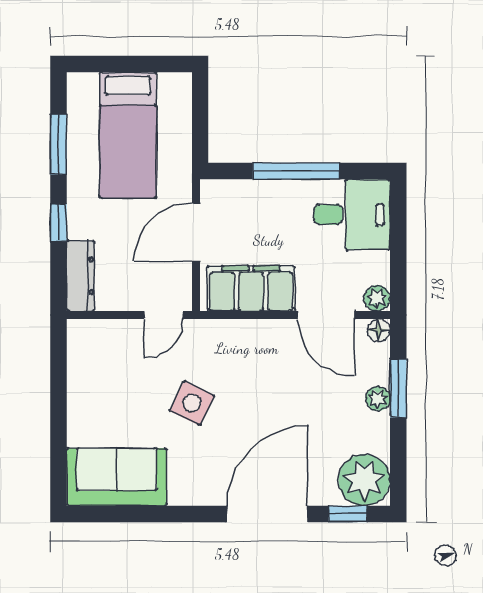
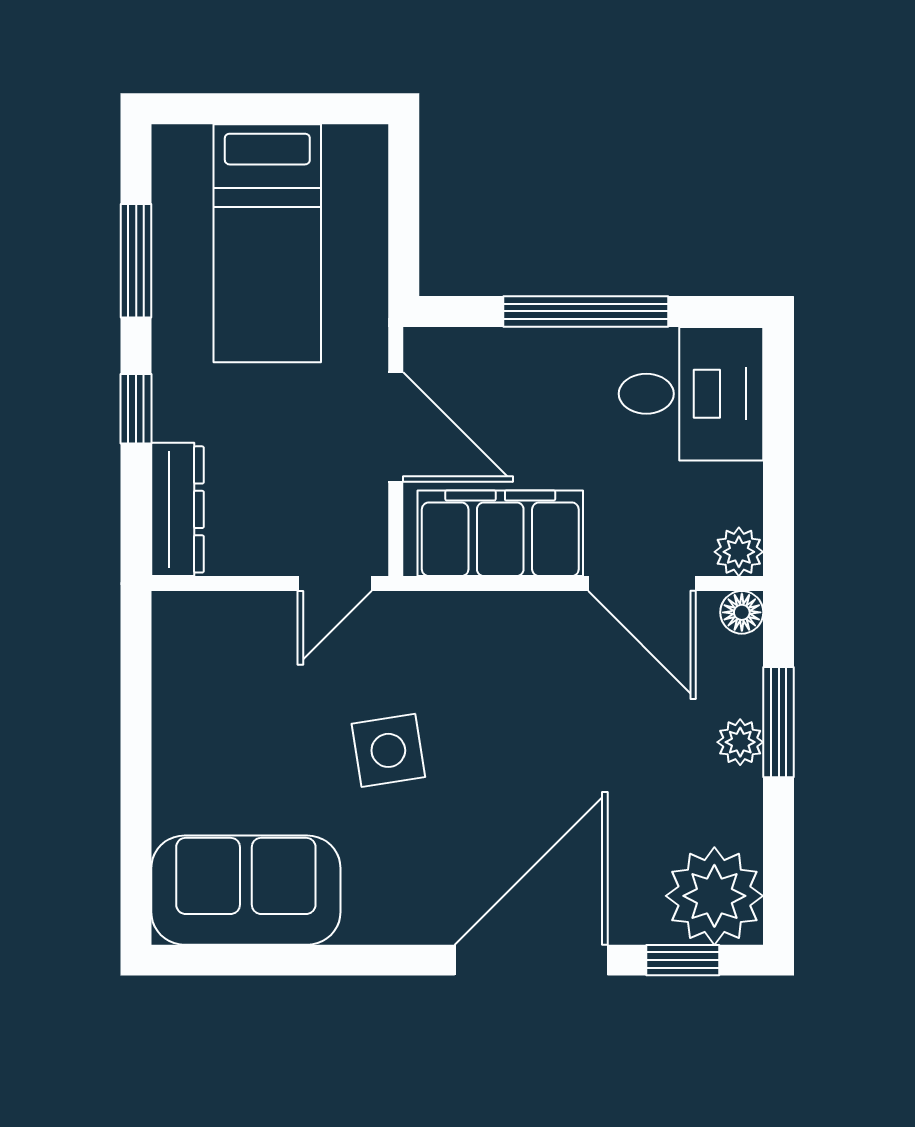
door: (196, 232) -> (396, 427), swing flipped
side table: (192, 403) -> (388, 750), turned -35

